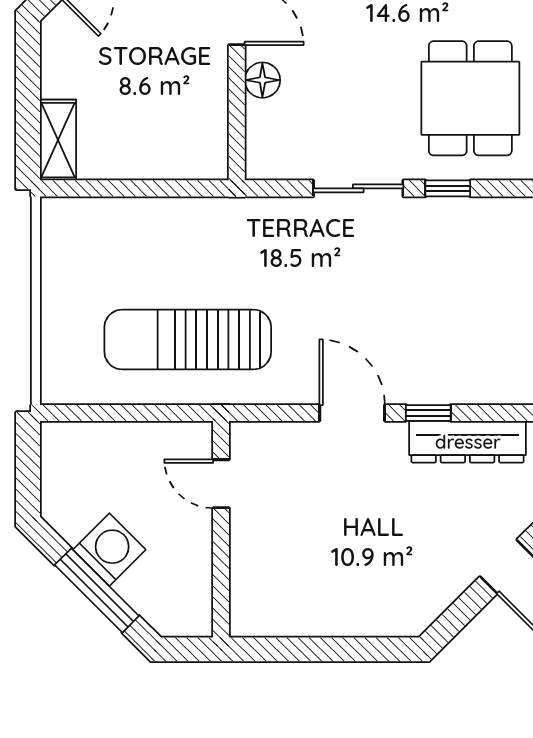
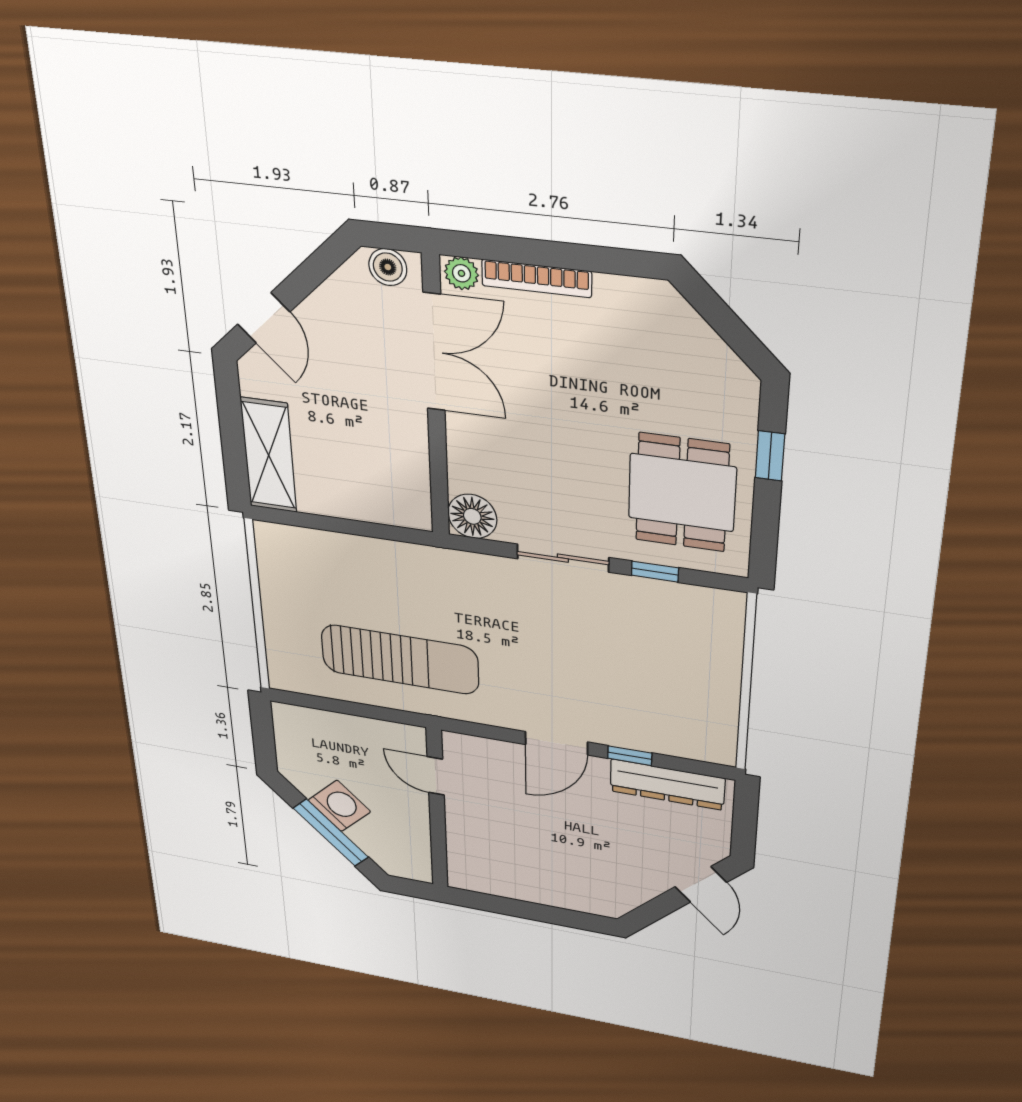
floor lamp: (262, 80) -> (472, 516), moved, width x1.38, depth x1.38
shelving: (58, 140) -> (269, 455), width x1.50, depth x1.33
sun lounger: (188, 340) -> (400, 659), turned 180
door: (352, 413) -> (556, 743), swing flipped

